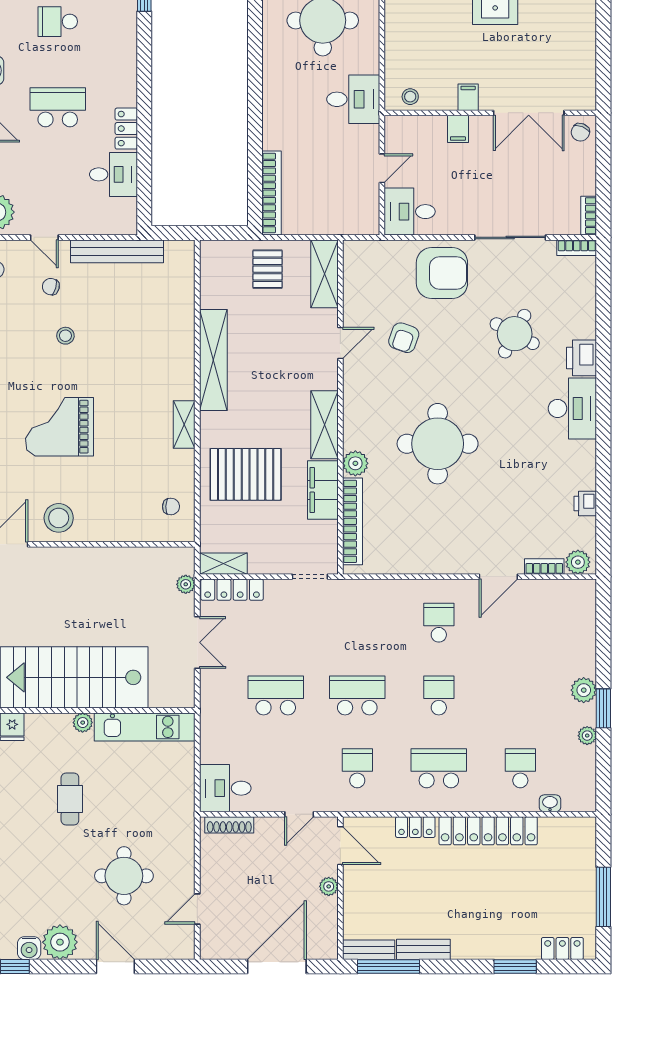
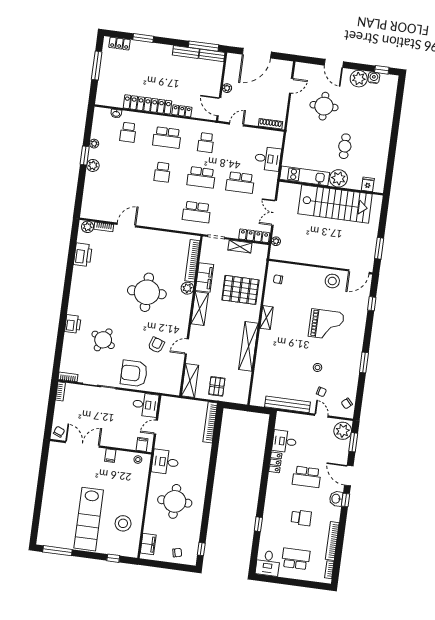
filing cabinet: (458, 129) -> (142, 444), moved
desk: (572, 408) -> (80, 300), removed
printer: (585, 504) -> (83, 255), width x1.87, depth x1.48
shelving: (223, 564) -> (240, 246), moved
school desk: (439, 623) -> (197, 212), moved, width x1.85
plant: (83, 723) -> (338, 178), width x1.88, depth x1.88
desk: (225, 788) -> (268, 159), moved

